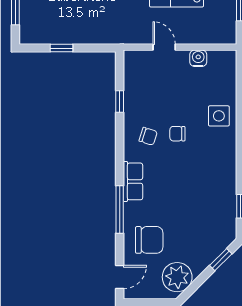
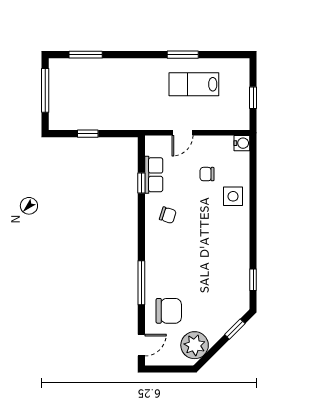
door: (164, 47) -> (183, 133), swing flipped
water cooler: (198, 58) -> (242, 143), moved, turned 90
chair: (177, 134) -> (207, 174), moved
row of seats: (133, 181) -> (154, 175), moved

